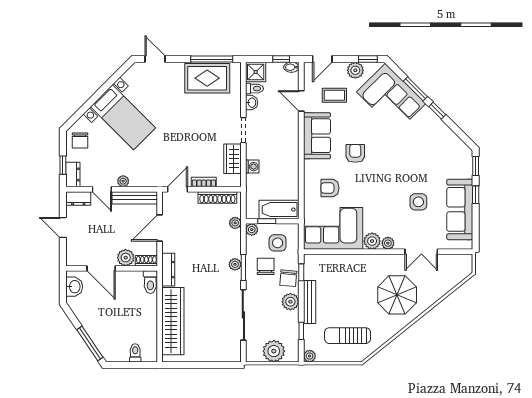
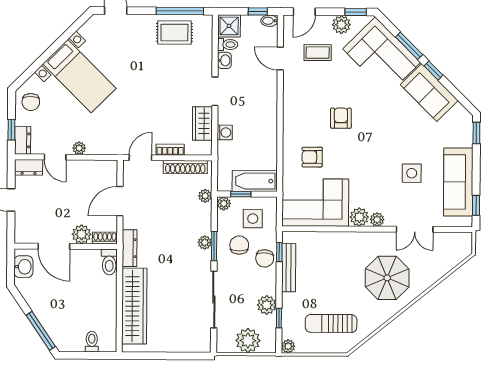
rug: (207, 78) -> (174, 33), width x0.73, depth x0.70
sofa: (317, 136) -> (429, 93), moved, turned 135
window: (476, 195) -> (476, 205), moved
bench: (135, 198) -> (92, 167), removed
plant: (290, 302) -> (267, 305), moved
bench: (310, 302) -> (289, 268), moved

